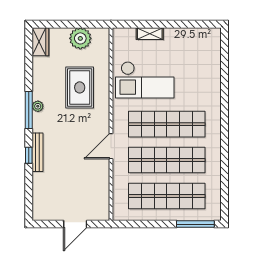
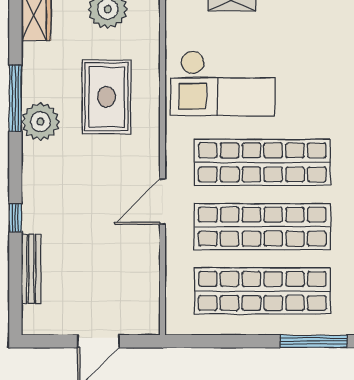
plant: (38, 106) -> (40, 122), width x1.88, depth x1.88
window: (29, 110) -> (15, 98), moved
bench: (38, 152) -> (31, 269), moved

